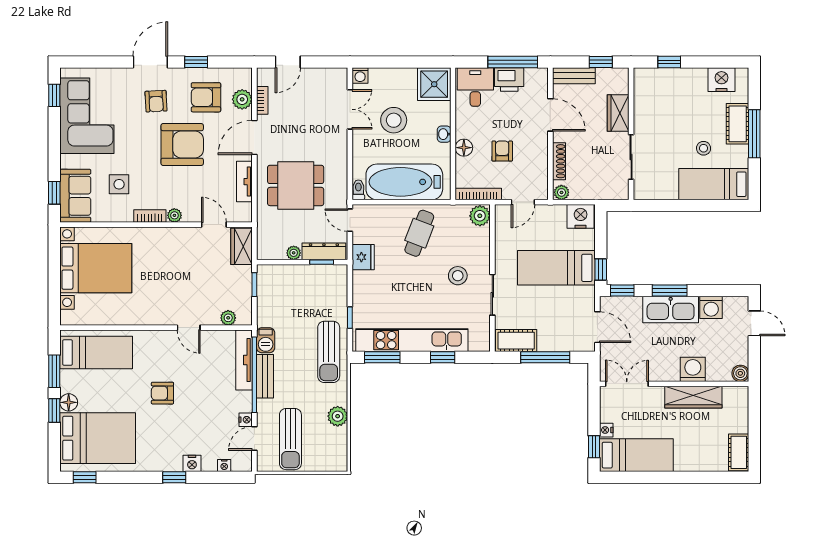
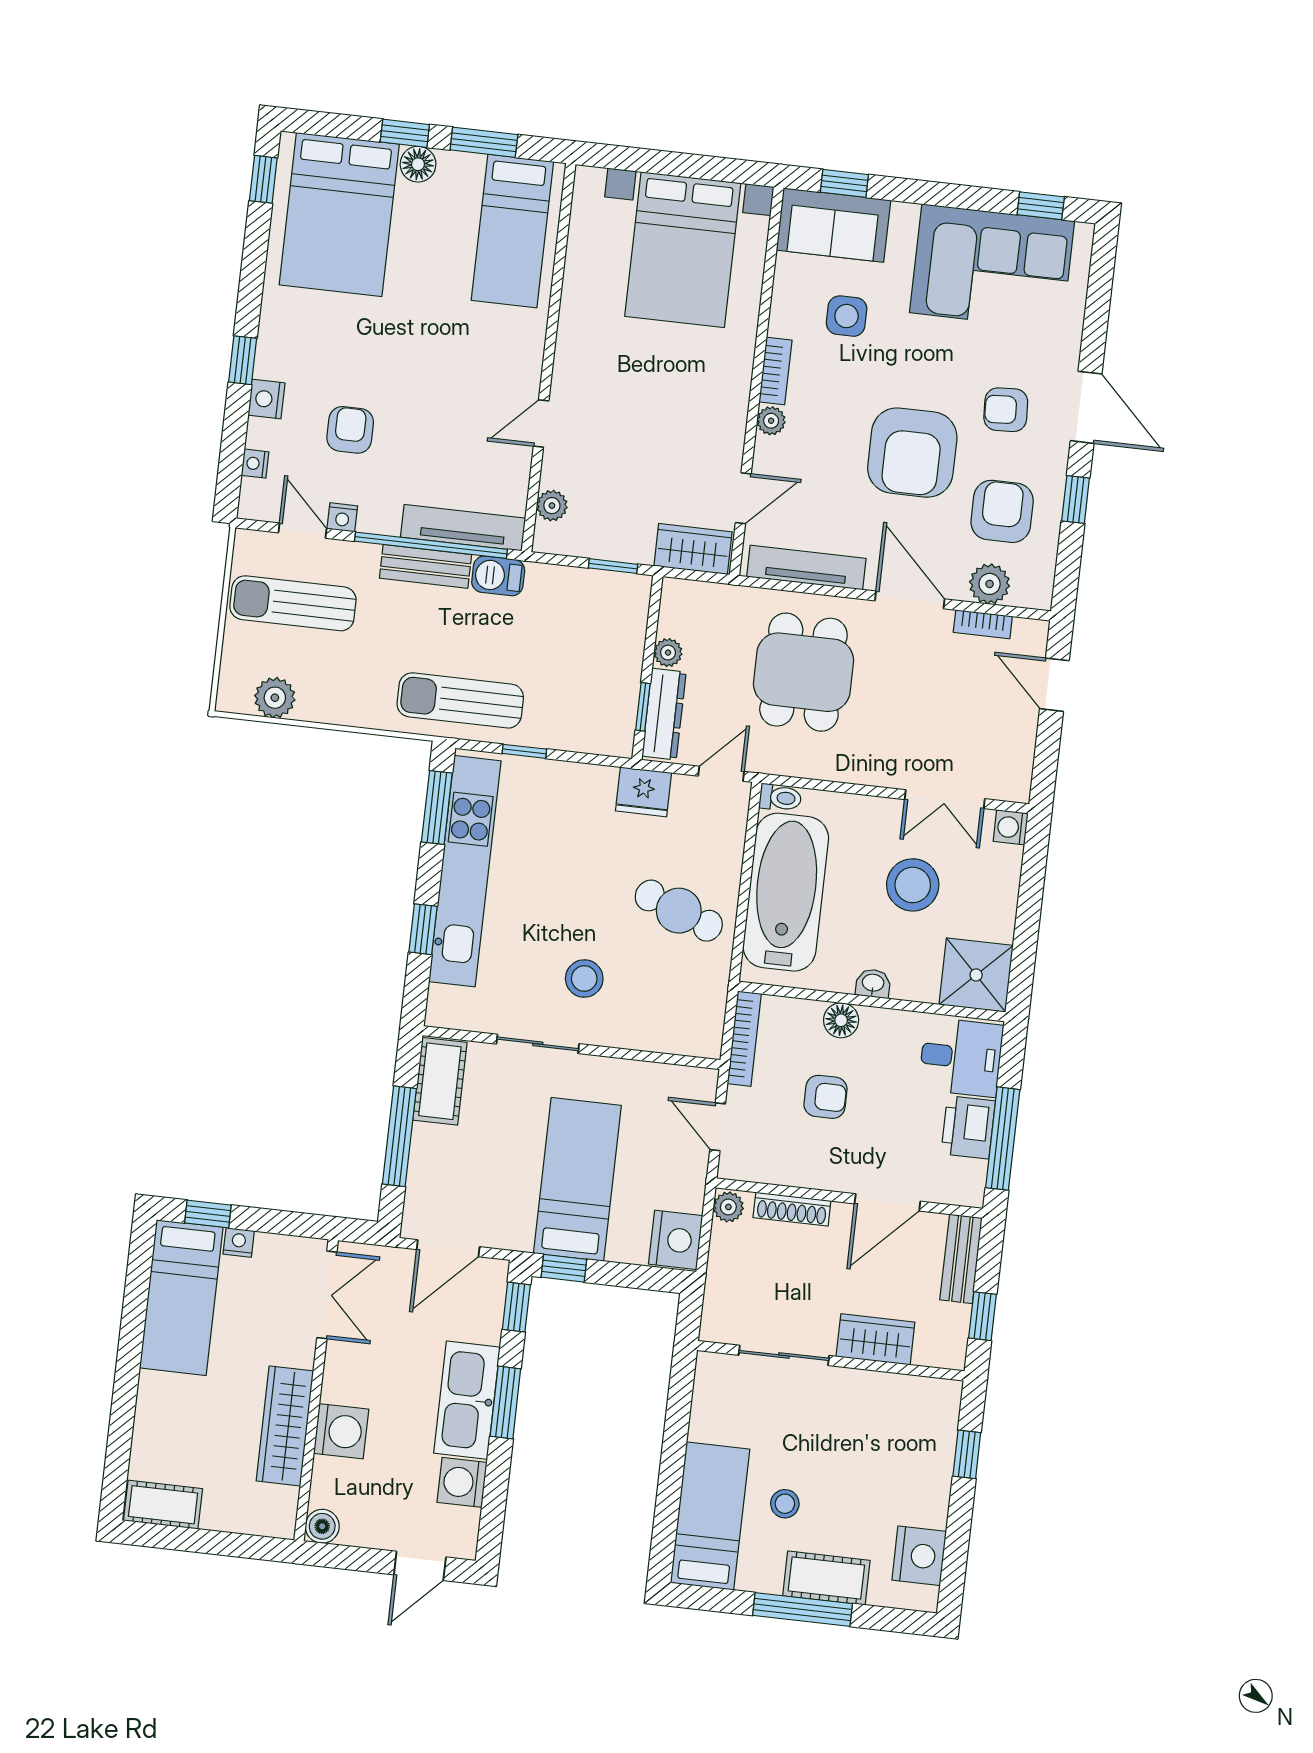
tv unit: (244, 182) -> (806, 568), width x1.41
plant: (480, 216) -> (700, 1037), removed
armchair: (162, 393) -> (350, 430), moved
plant: (338, 416) -> (275, 698), moved

